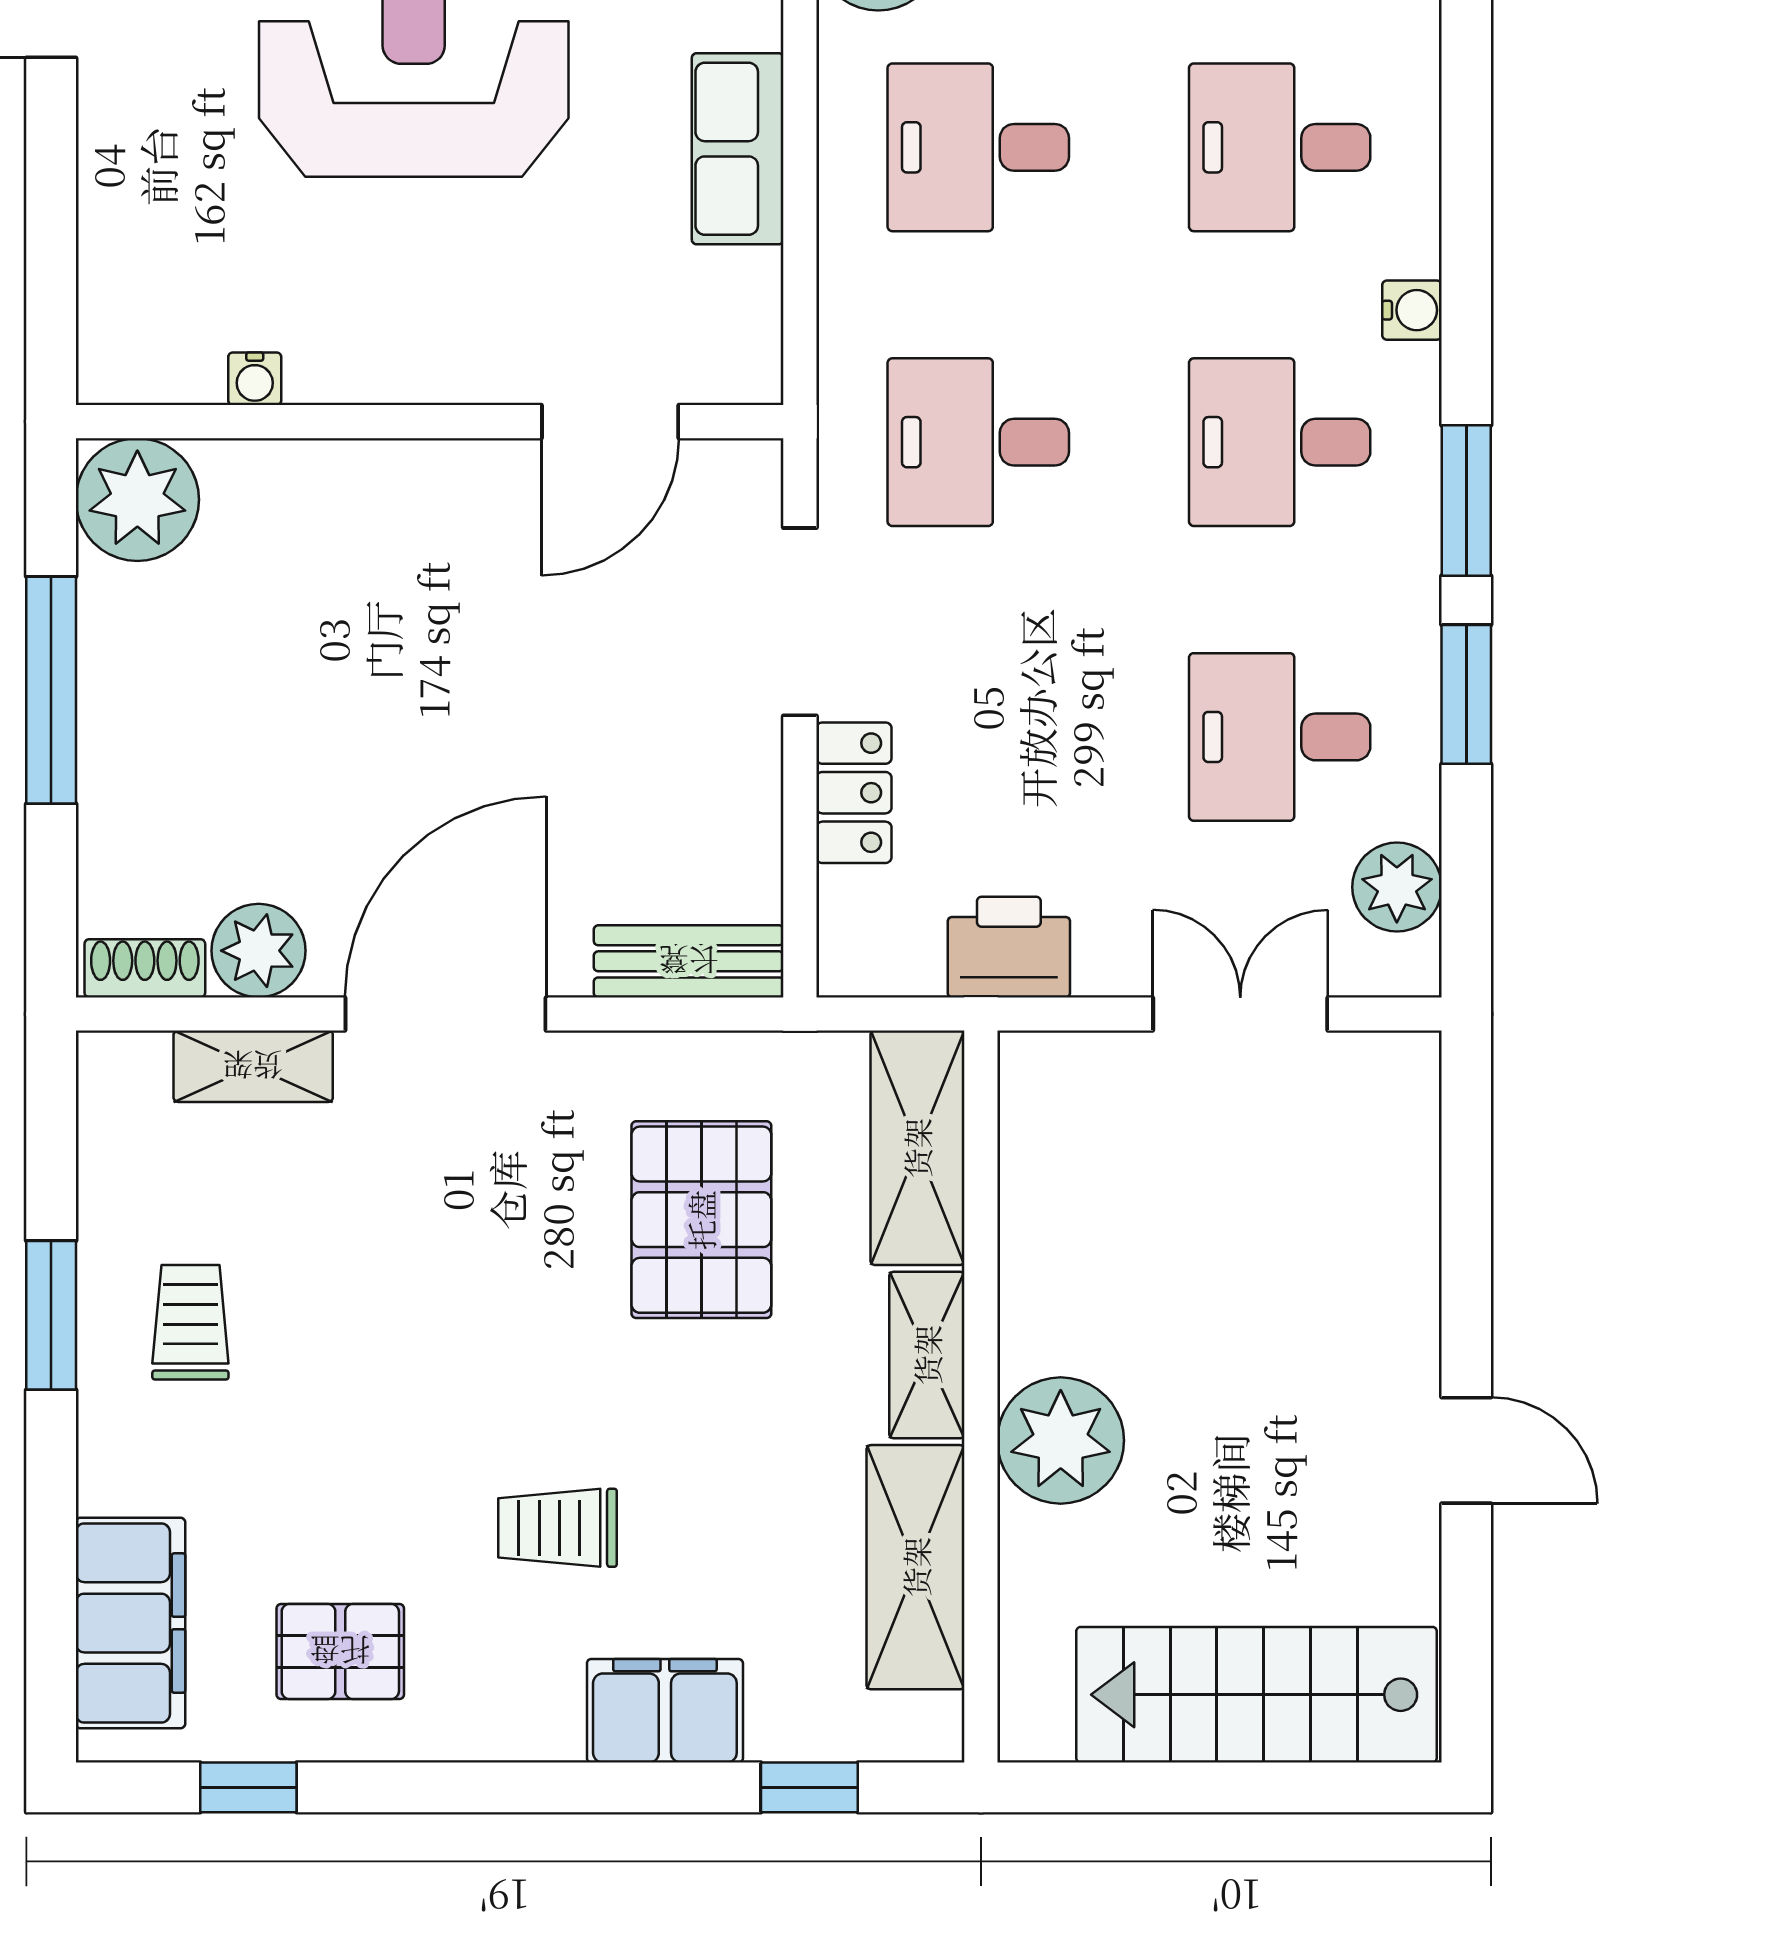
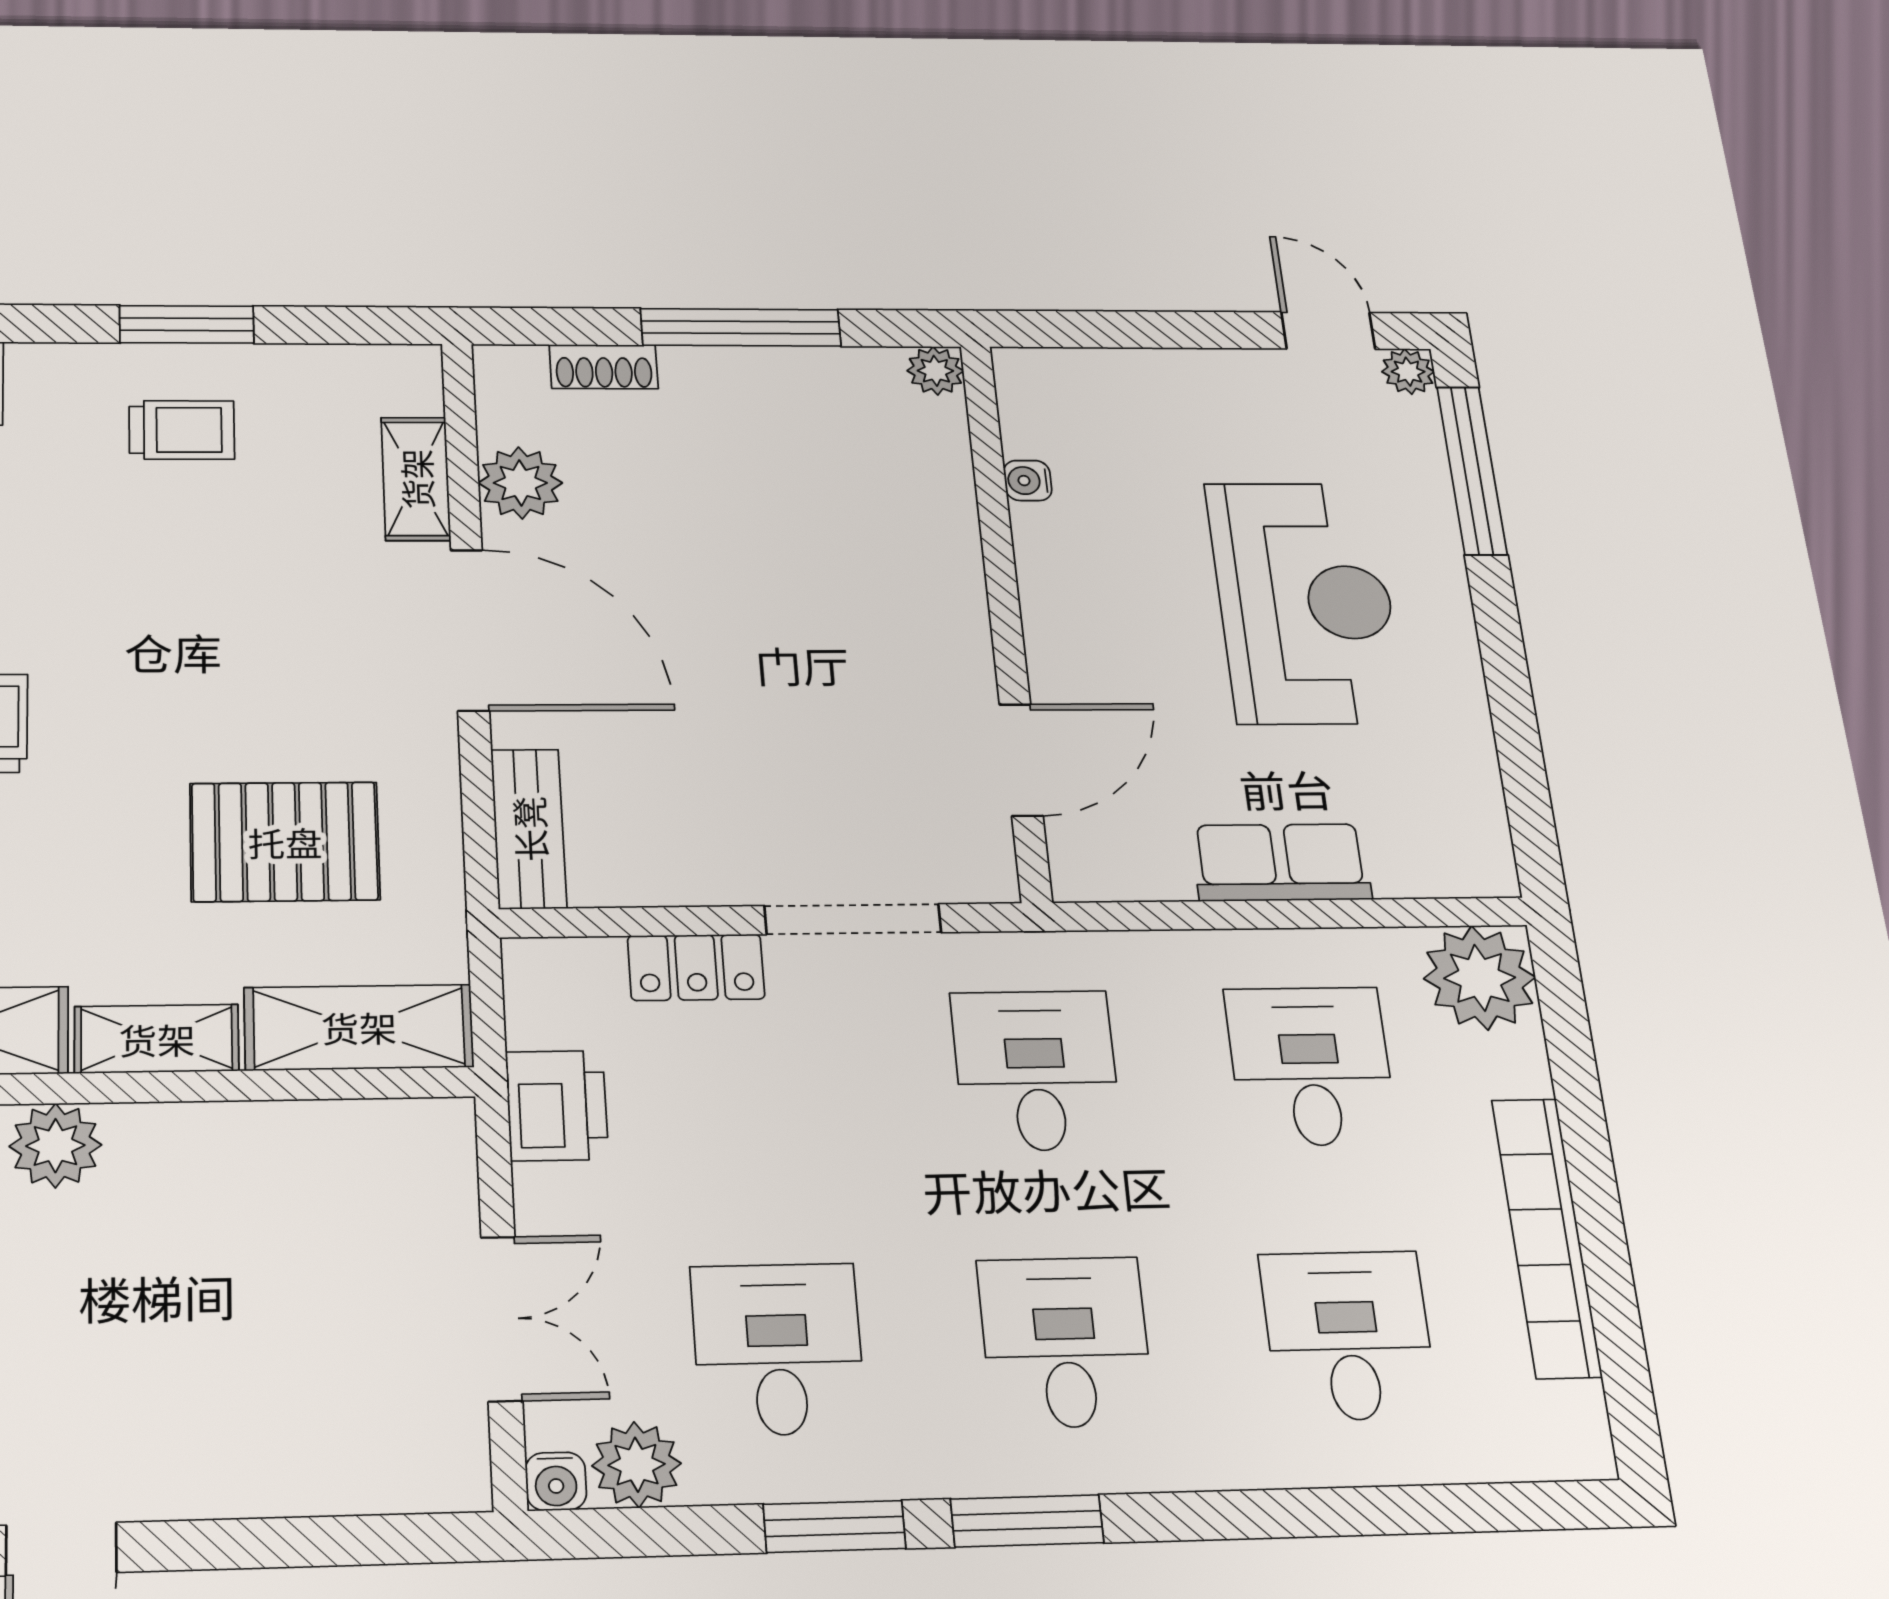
water cooler: (1412, 310) -> (556, 1481), moved
door: (610, 422) -> (1021, 760), swing flipped
plant: (137, 500) -> (935, 371), width x0.53, depth x0.53
shoe rack: (145, 968) -> (604, 367), moved, turned 90
plant: (1061, 1440) -> (55, 1146), width x0.73, depth x0.73

